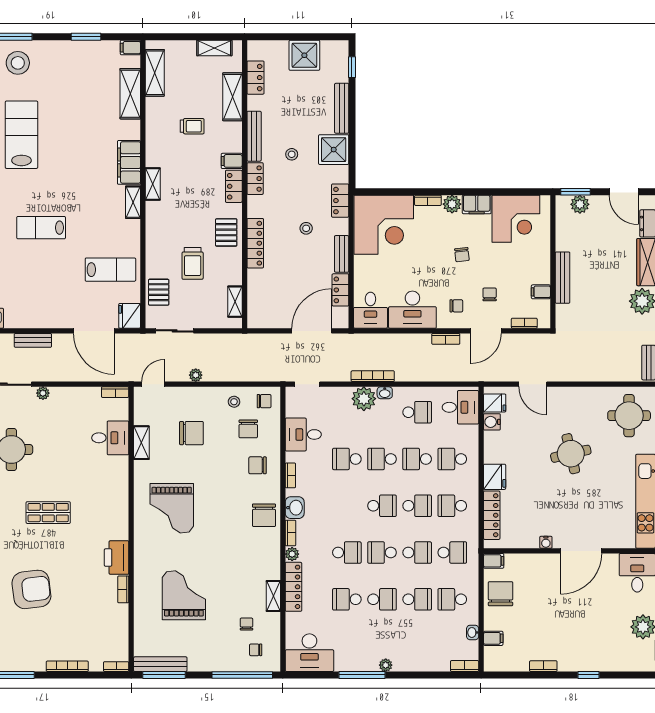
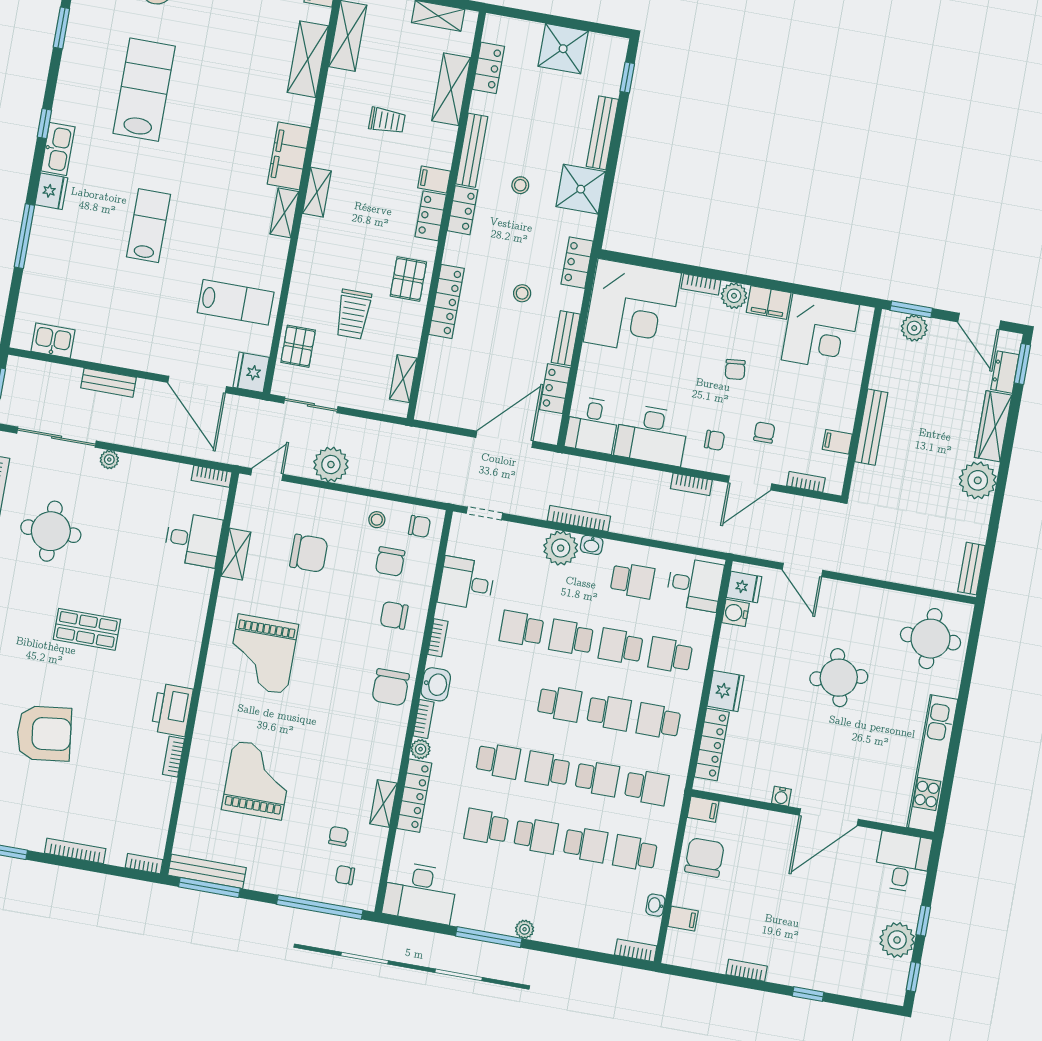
lab bench: (41, 228) -> (148, 226), turned 90
plant: (196, 375) -> (331, 465), width x1.88, depth x1.88

